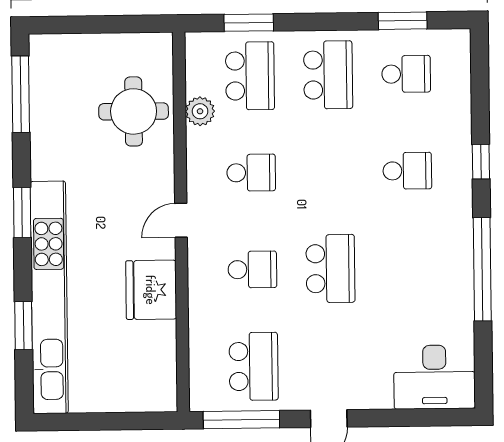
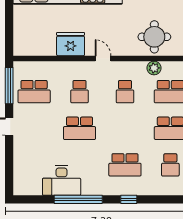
school desk: (407, 171) -> (125, 165), width x1.85
desk: (434, 377) -> (62, 181), moved, turned -90

